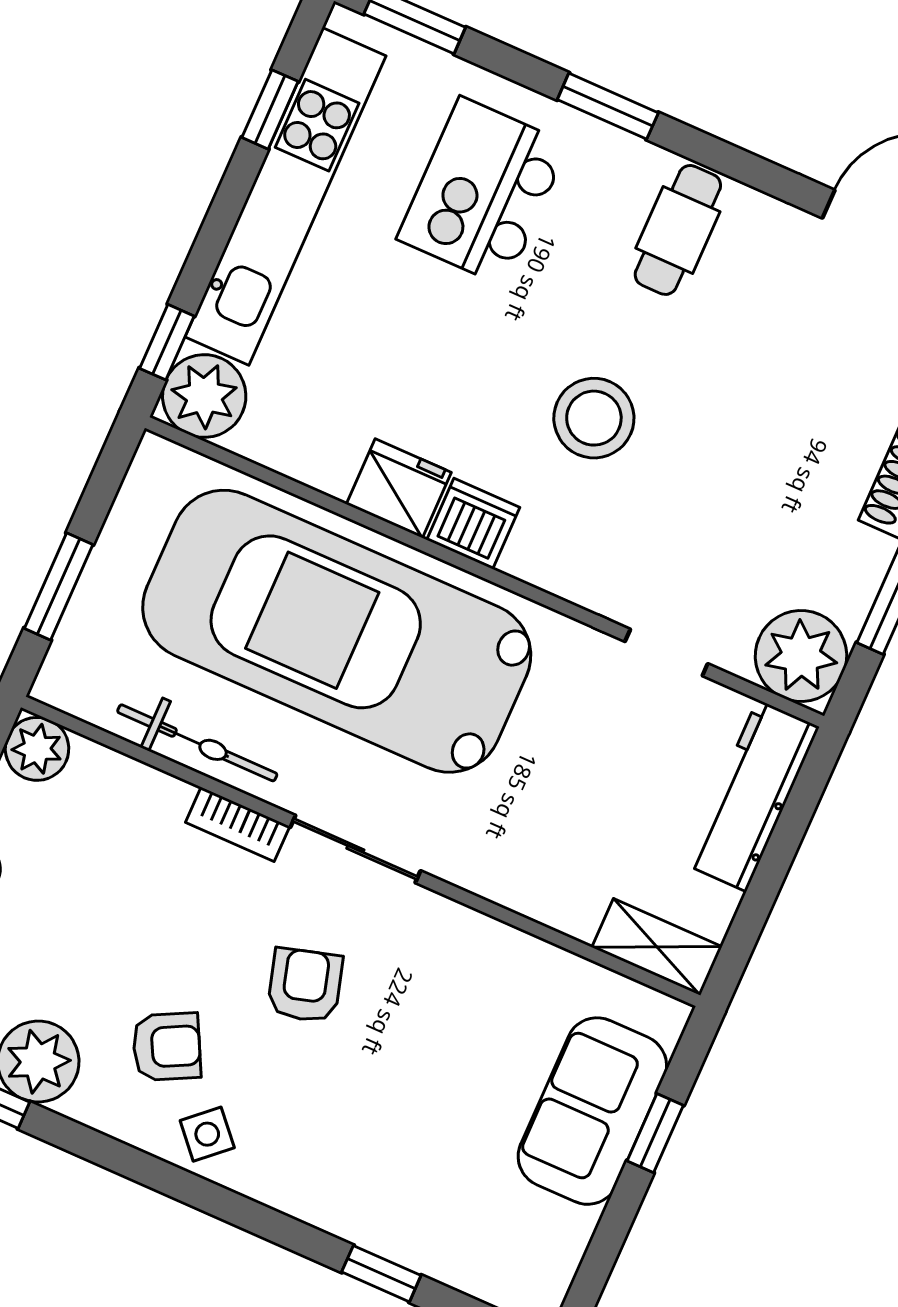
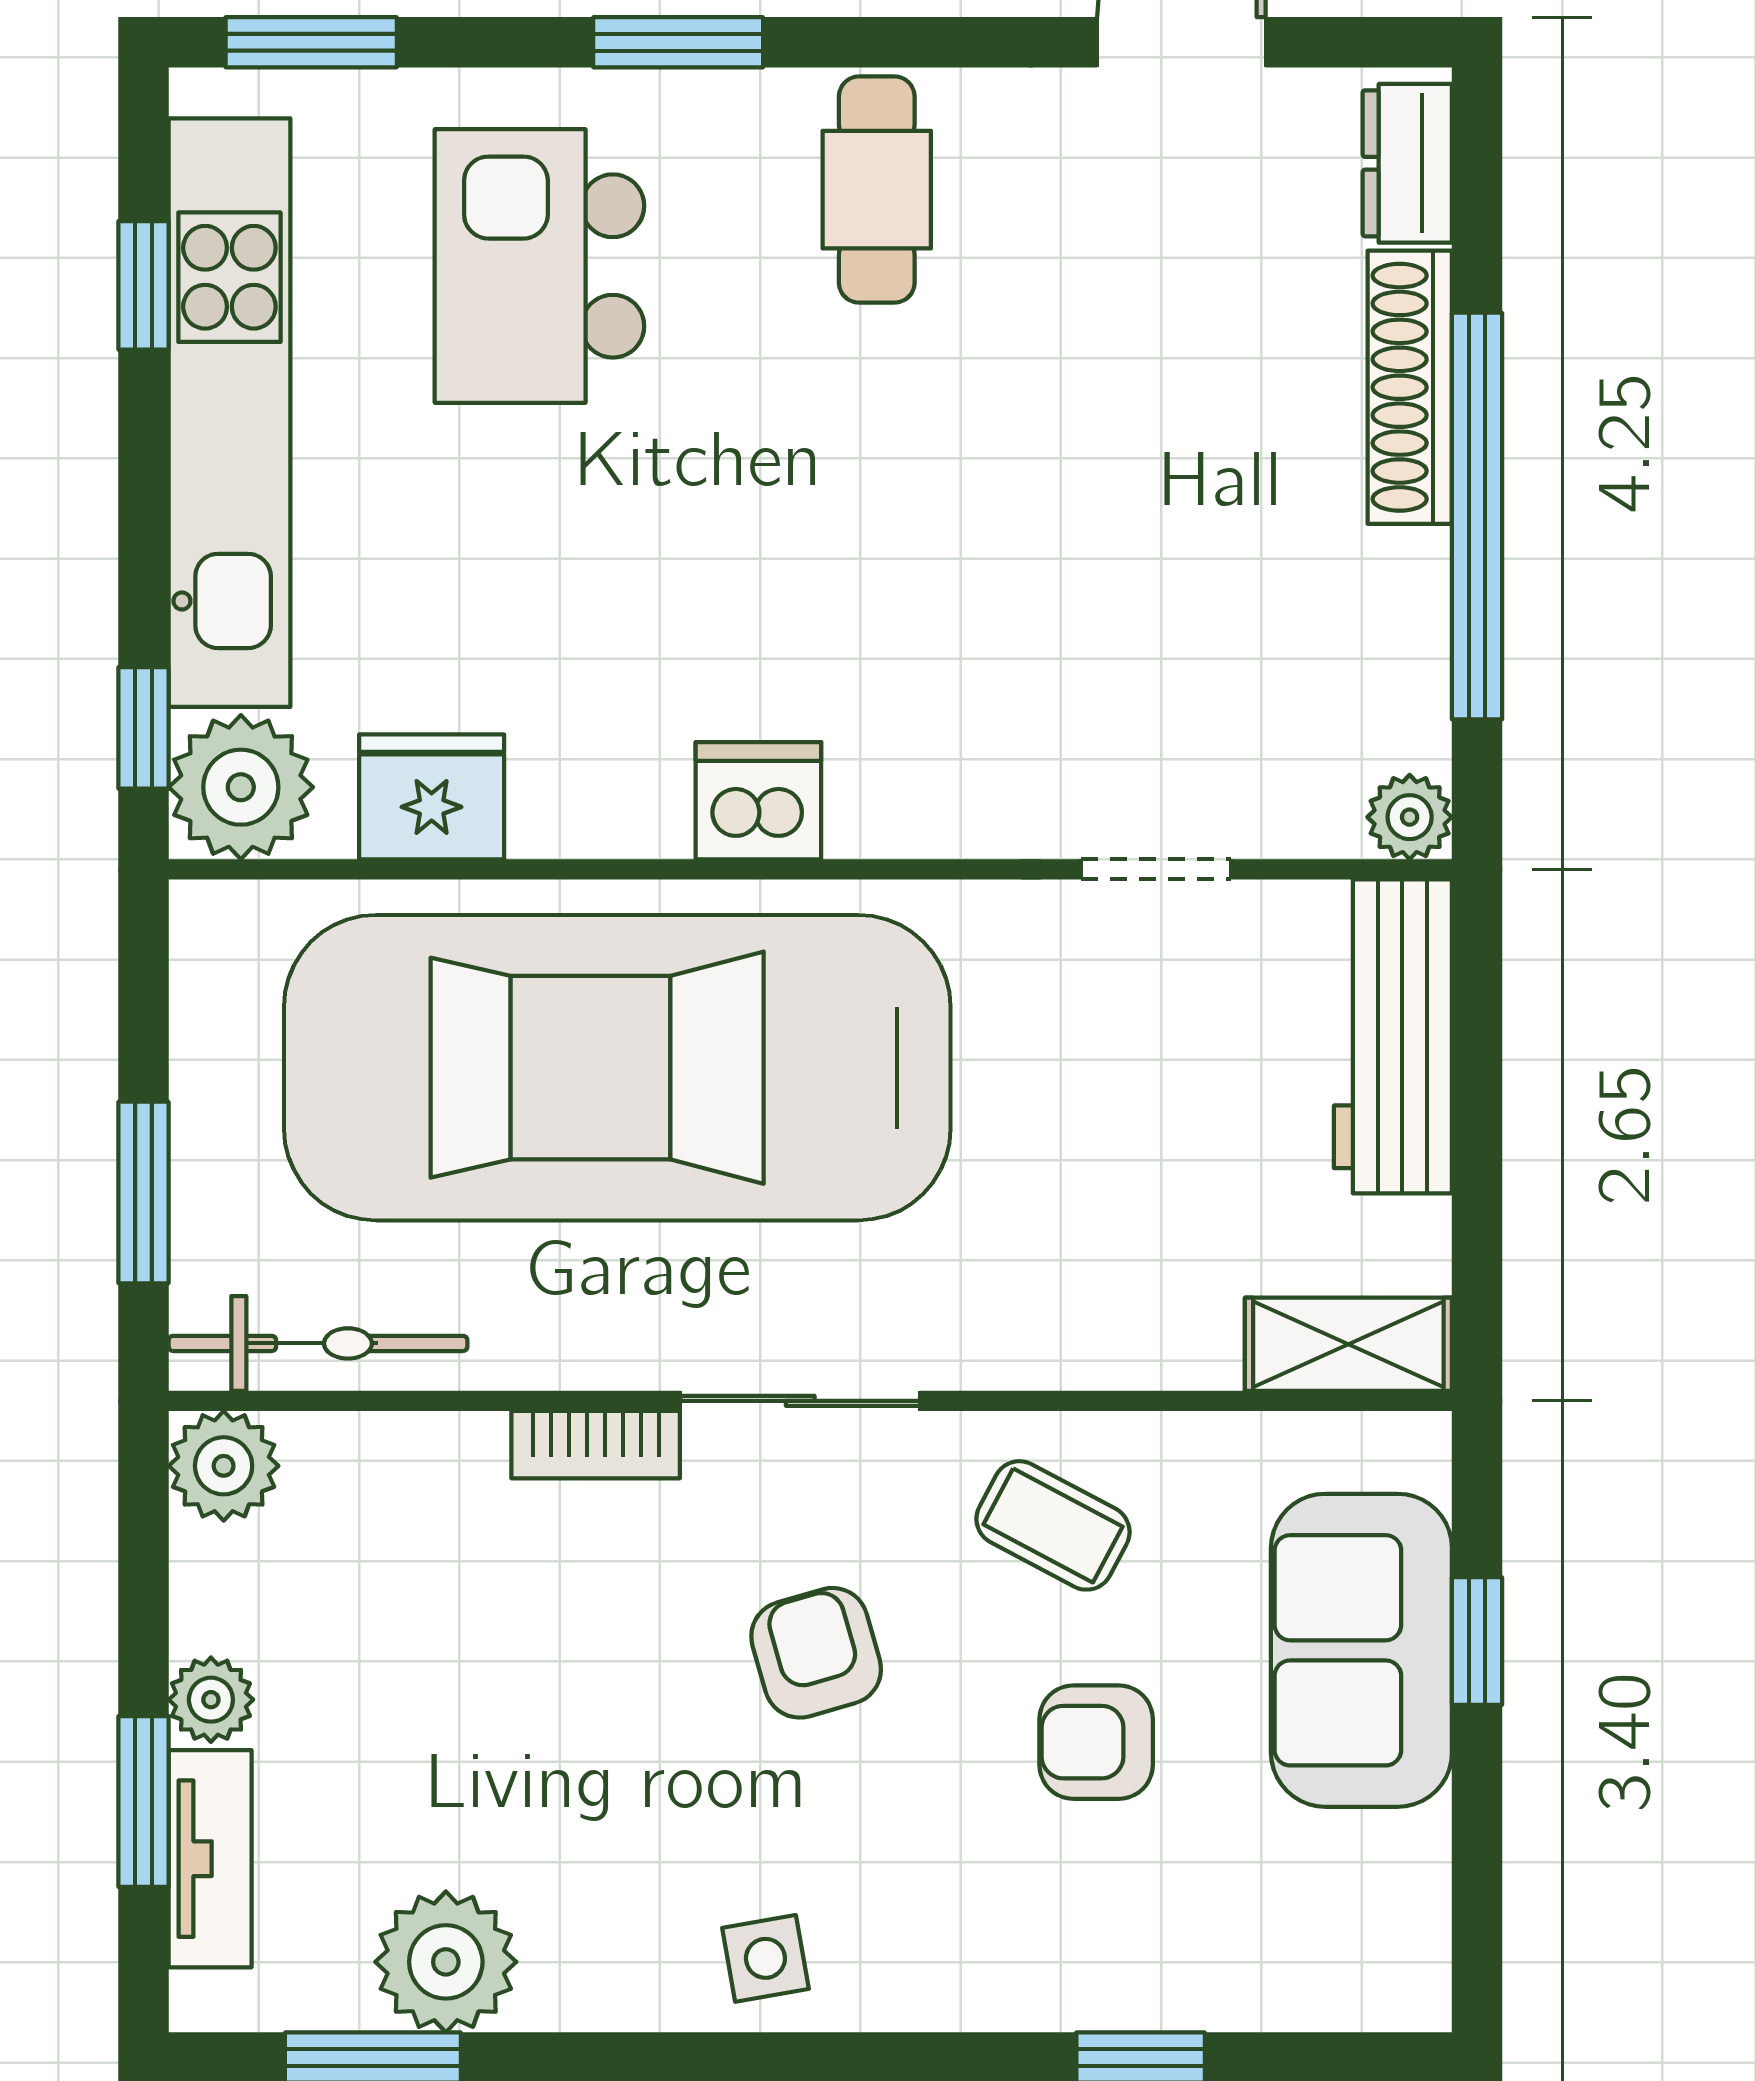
stool: (594, 418) -> (876, 548), removed
fridge: (399, 488) -> (432, 797), moved
plant: (801, 656) -> (1410, 817), width x0.53, depth x0.53
bicycle: (197, 743) -> (318, 1343), moved
coffee table: (459, 973) -> (1053, 1525), added
armchair: (167, 1047) -> (1096, 1742), moved, turned -153
side table: (207, 1134) -> (765, 1958), turned 32

